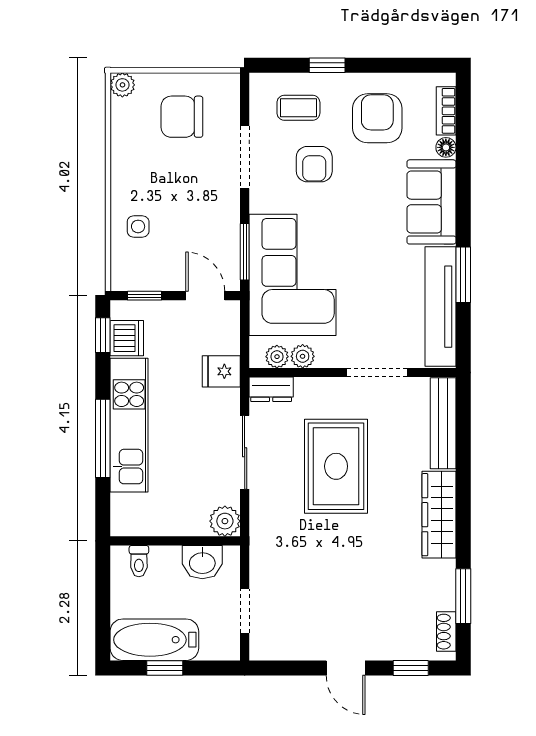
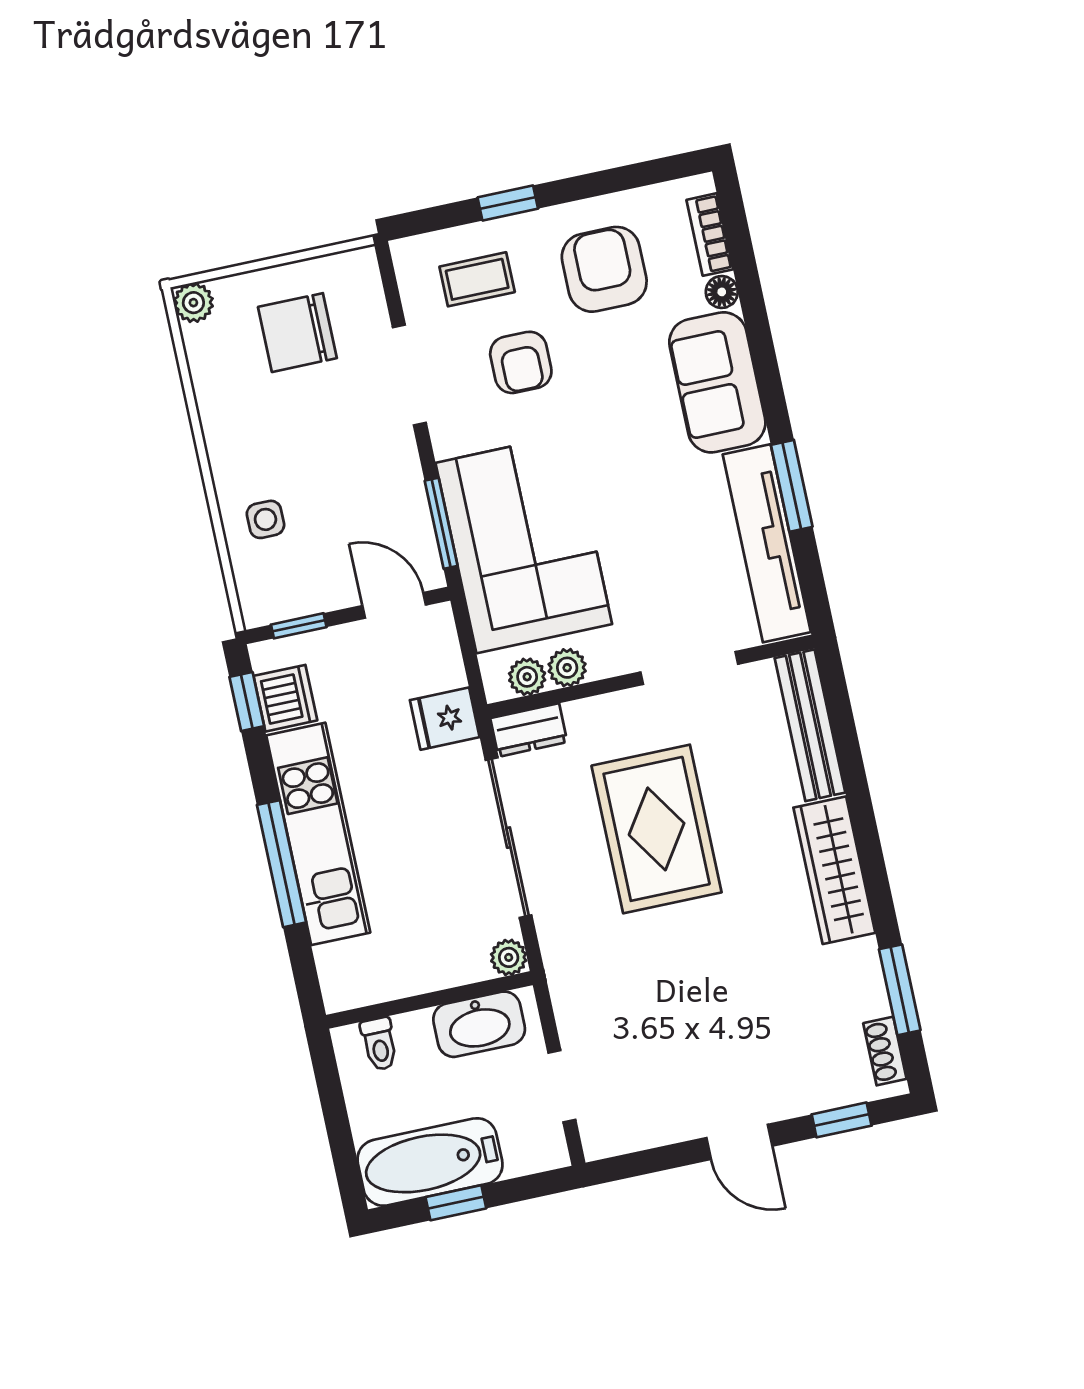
sliding door: (245, 452) -> (509, 838), width x1.37
plant: (225, 521) -> (509, 957), width x0.73, depth x0.73
washbasin: (202, 562) -> (479, 1024), width x1.38

